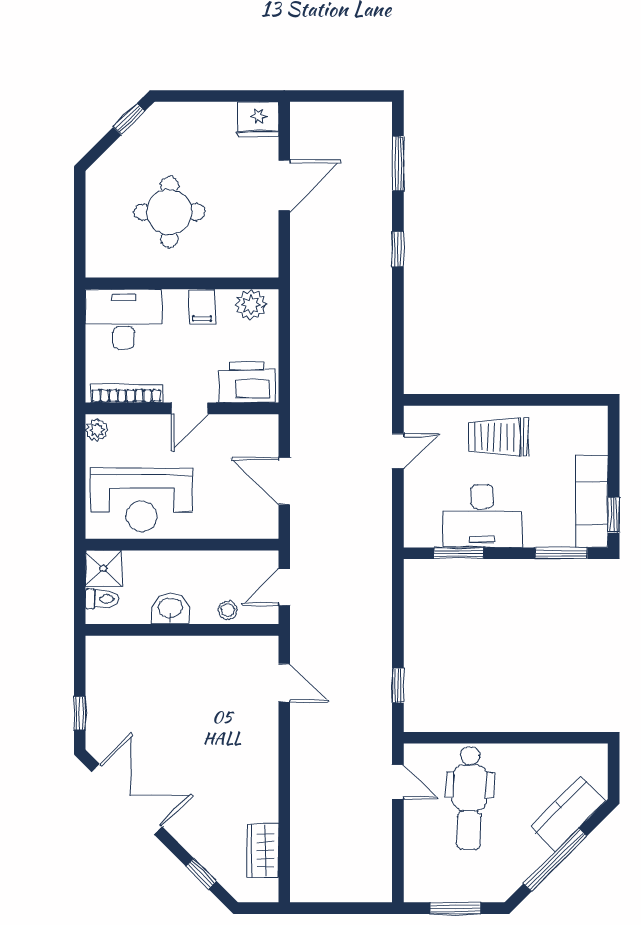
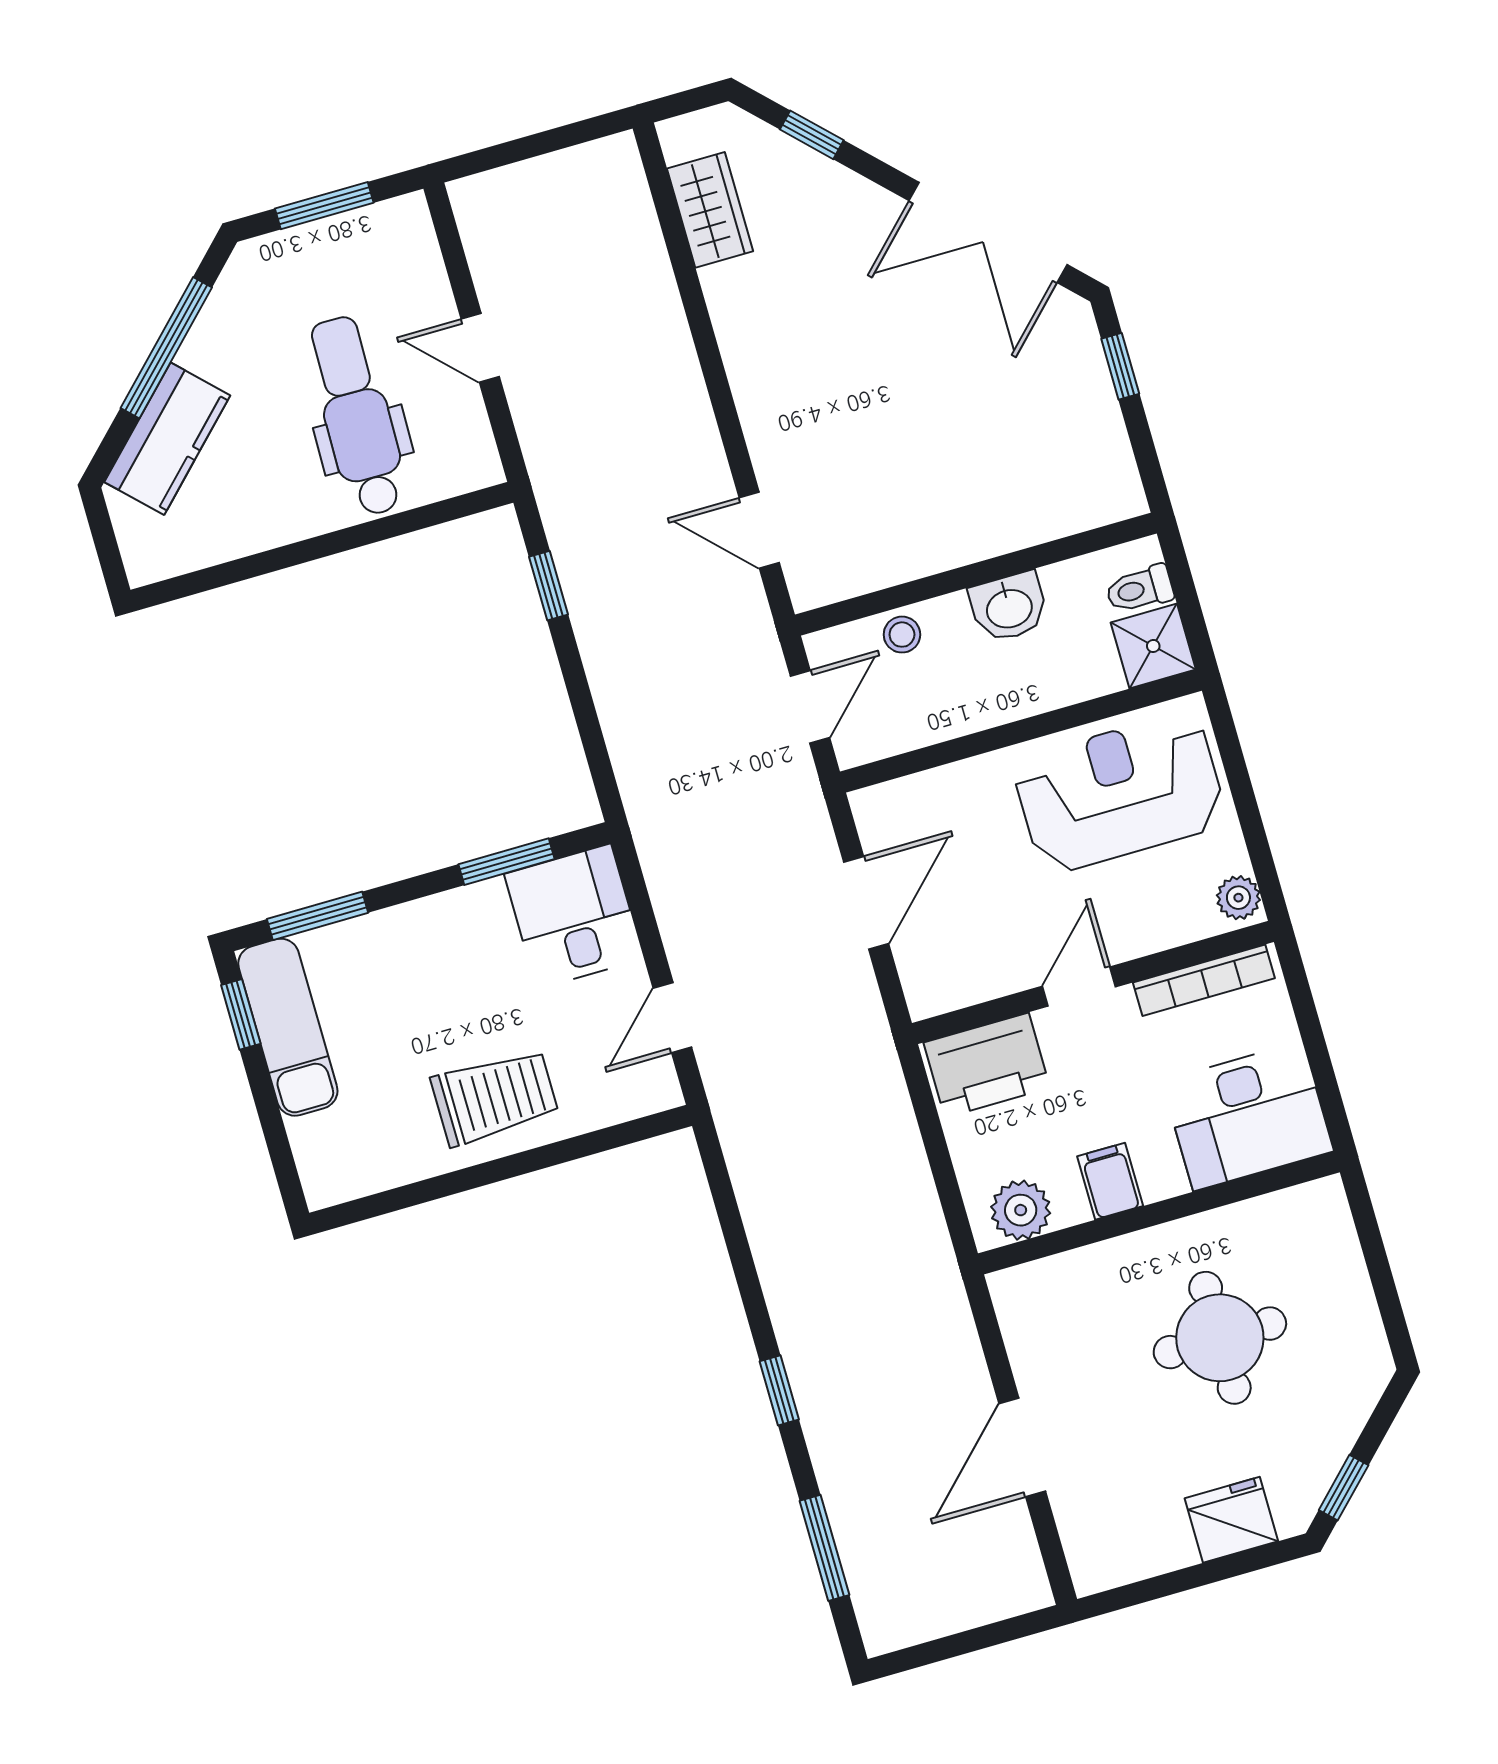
fridge: (258, 119) -> (1231, 1520), moved
door: (284, 481) -> (866, 903), hinge flipped
desk: (482, 516) -> (574, 916), moved, width x0.73
door: (398, 782) -> (480, 348), moved

